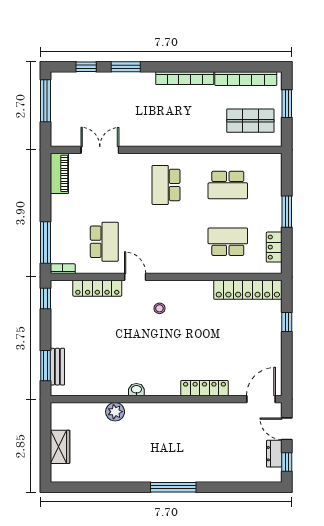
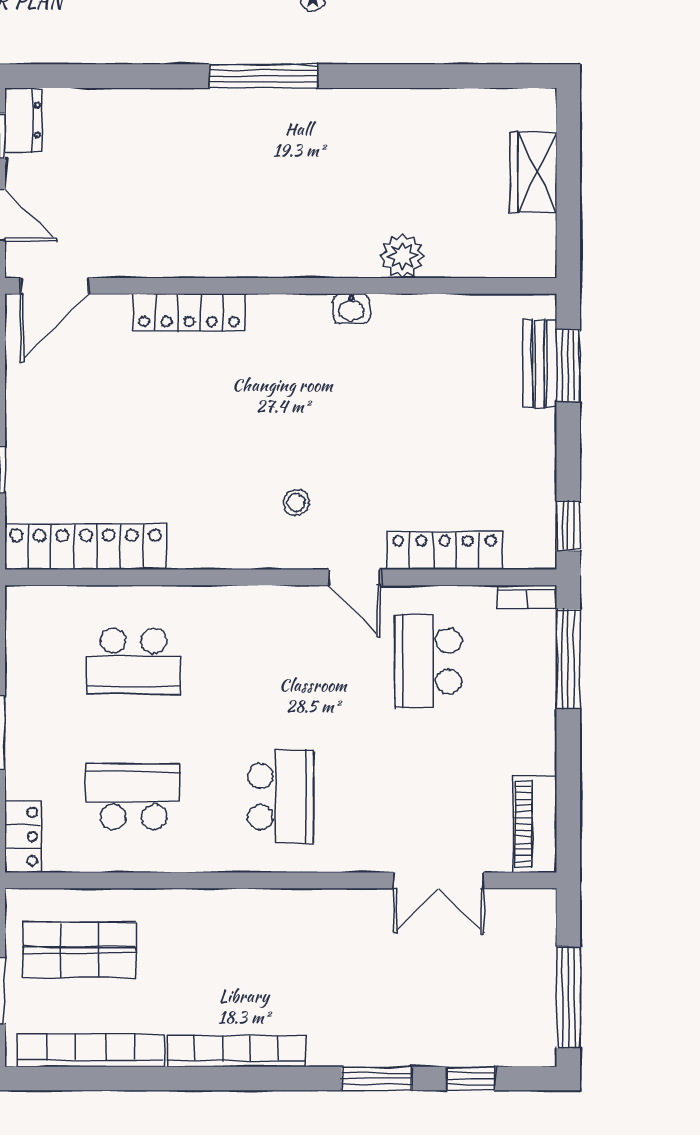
locker: (274, 247) -> (23, 837), moved
dresser: (274, 454) -> (23, 120), moved

